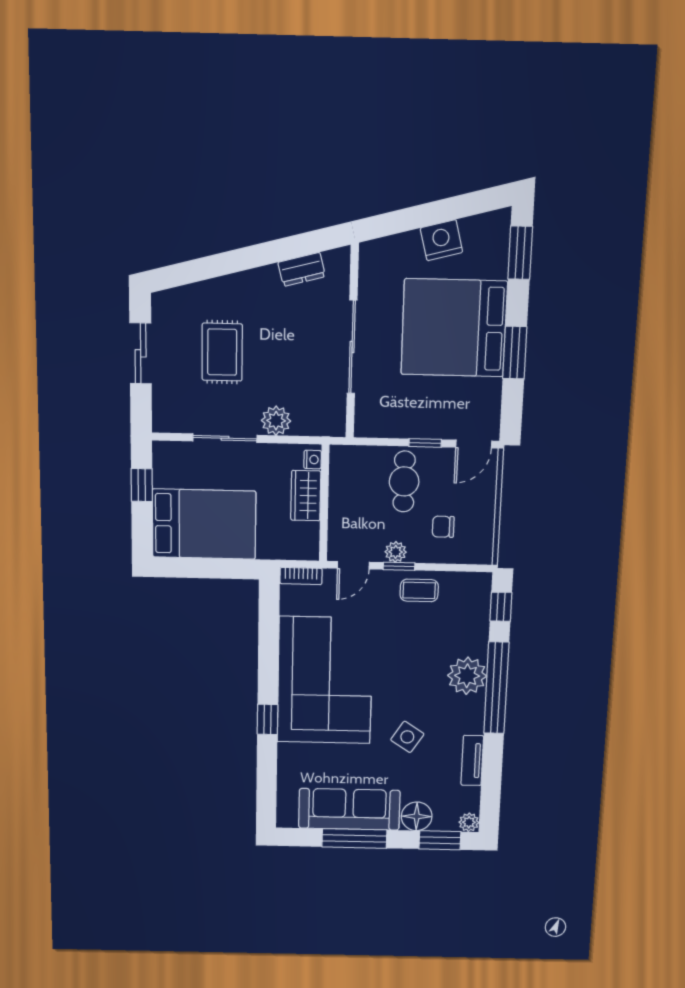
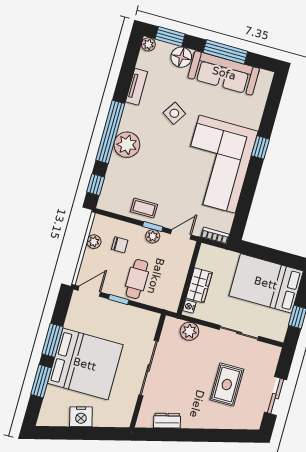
window: (520, 253) -> (41, 381), moved
plant: (276, 421) -> (189, 331), moved
plant: (484, 522) -> (94, 242), added

